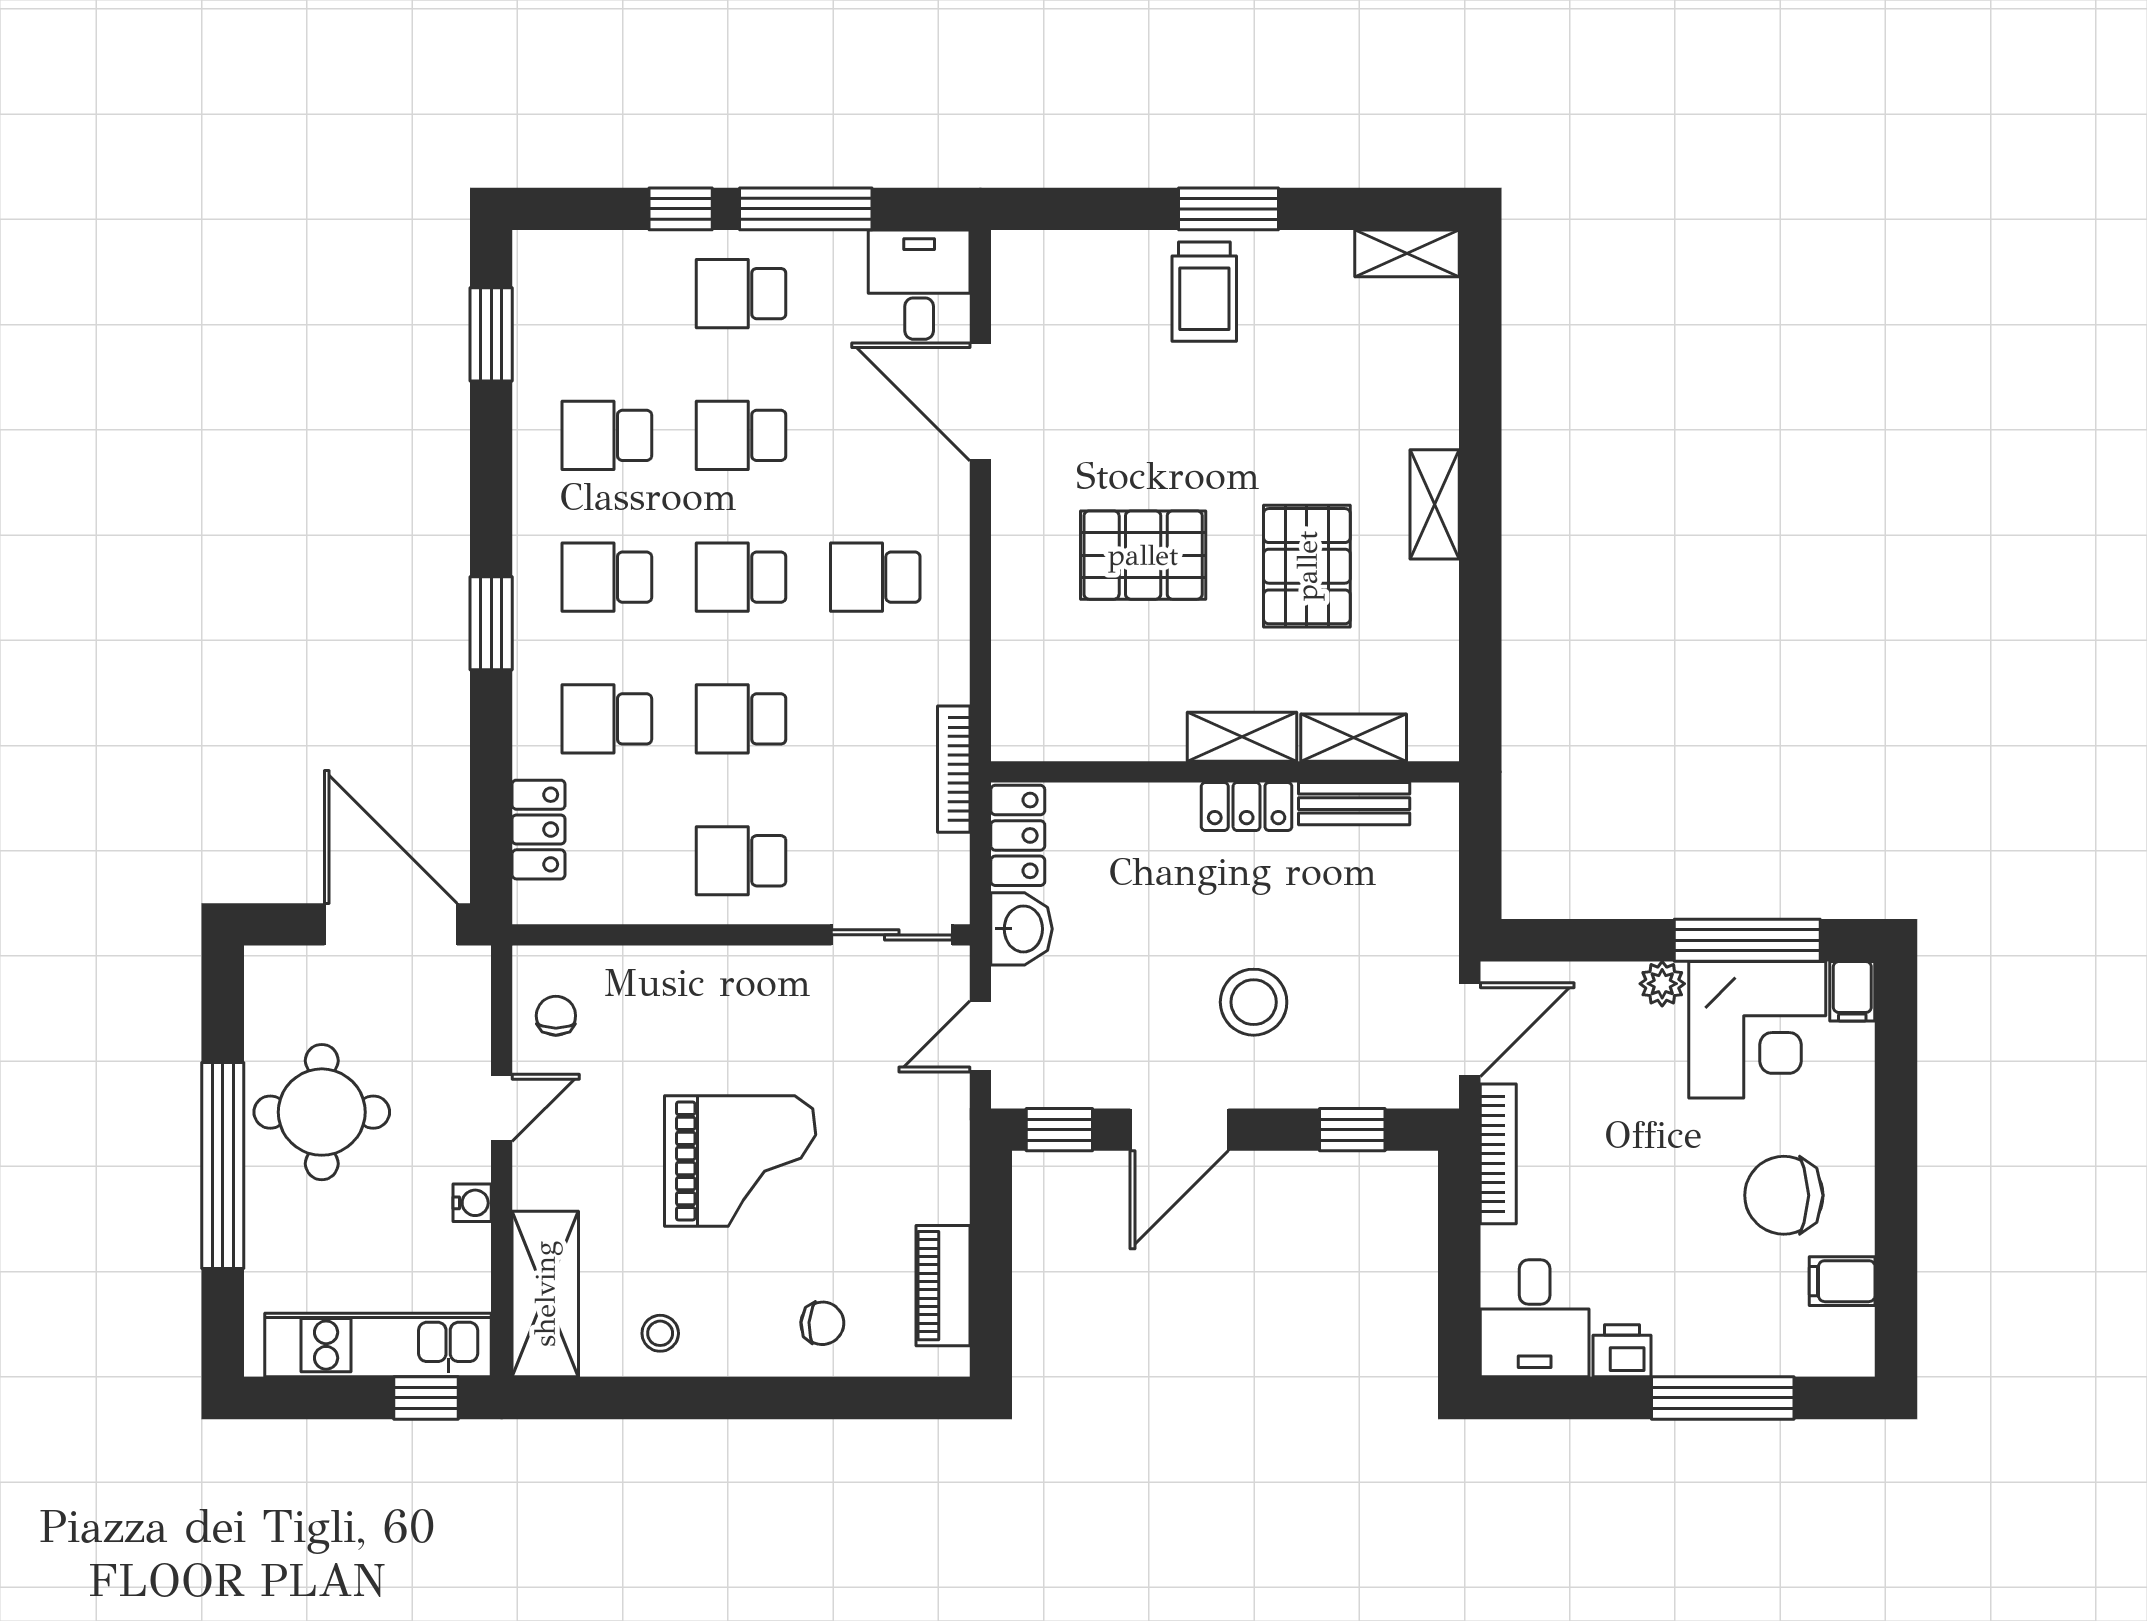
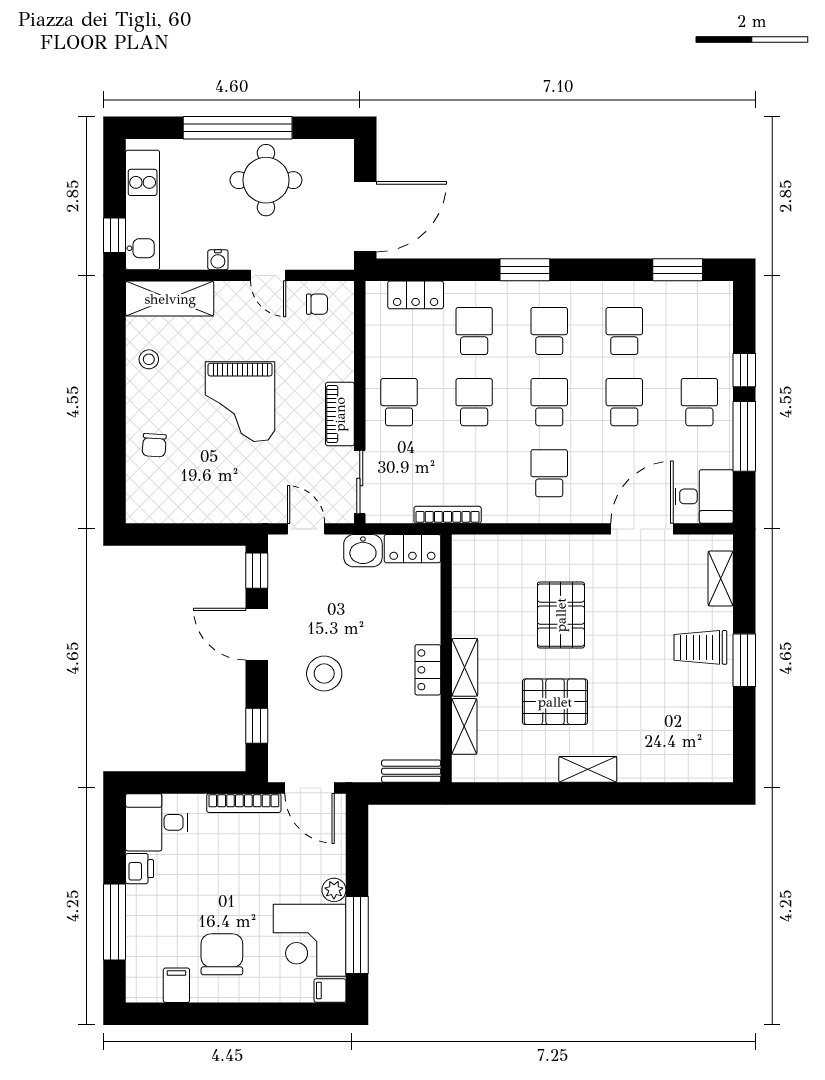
shelving: (1407, 253) -> (721, 578), moved
bench: (1354, 804) -> (411, 771), moved, turned 90
piano: (943, 1286) -> (340, 414), moved, turned -90

